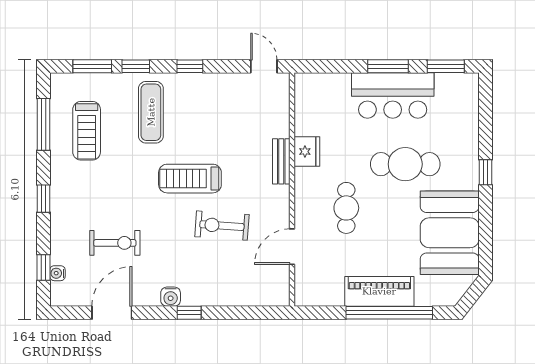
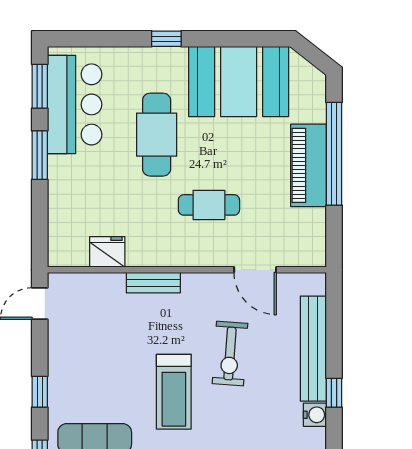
bar counter: (393, 95) -> (75, 104), moved
fridge: (307, 152) -> (107, 252), moved
bench: (226, 295) -> (313, 349), added

